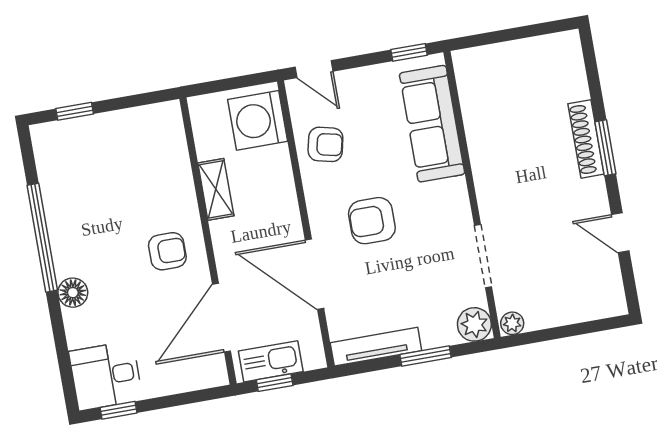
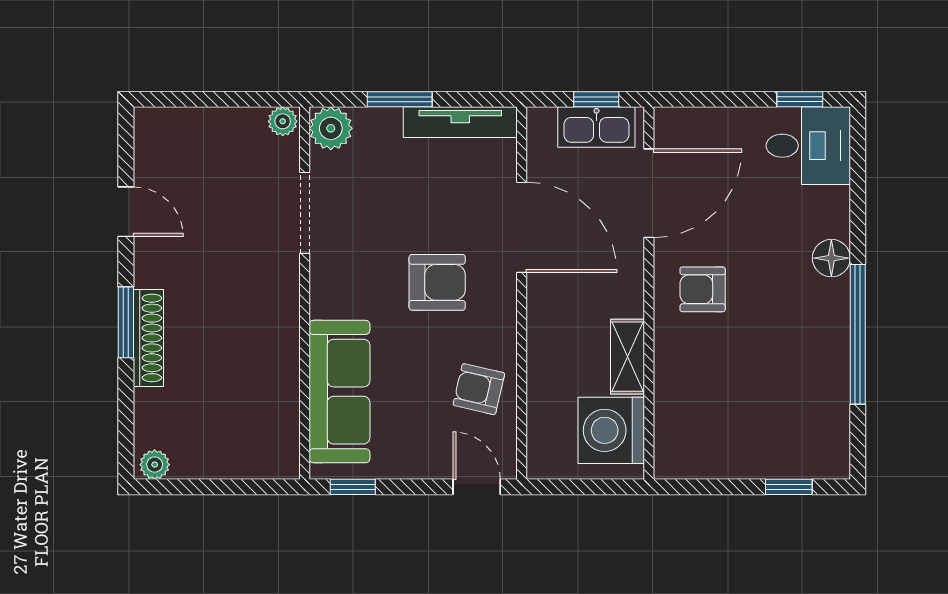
plant: (564, 43) -> (155, 465), added
washing machine: (258, 120) -> (611, 430), moved, turned 180

